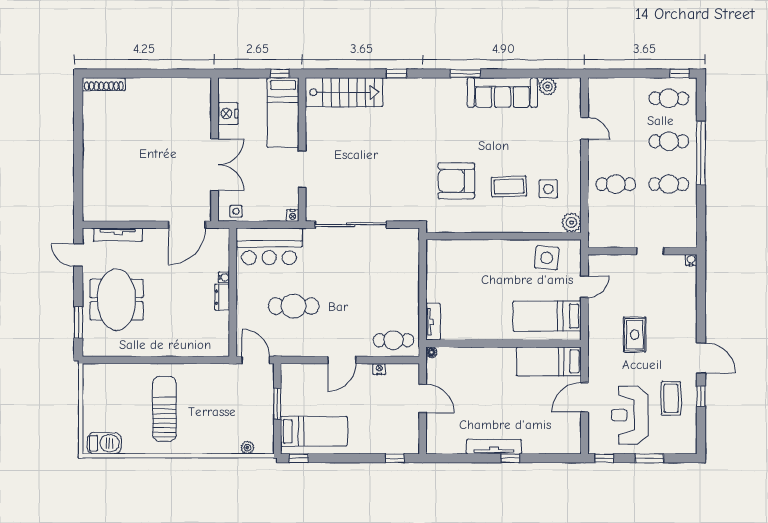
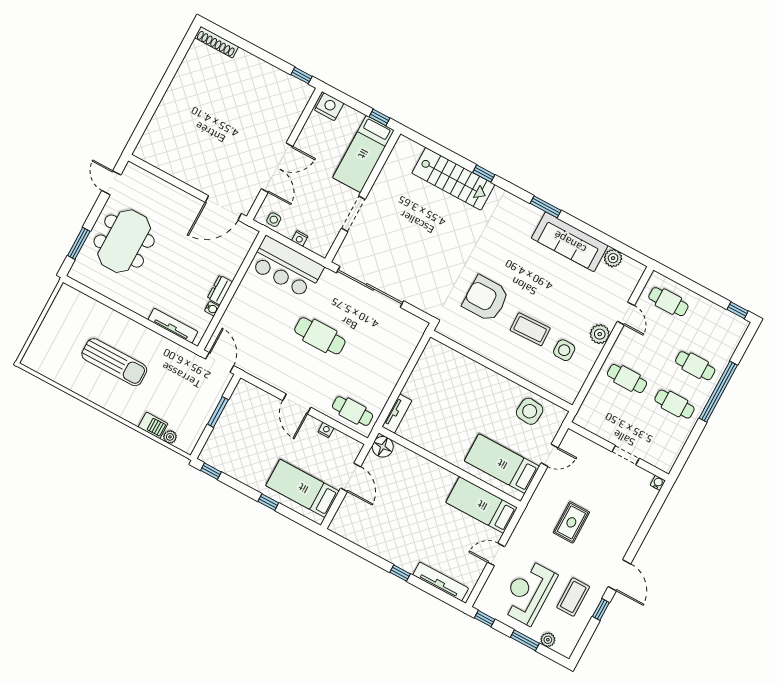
window: (193, 74) -> (302, 75), added
stairs: (344, 92) -> (453, 179), moved
cafe table: (669, 98) -> (668, 302), moved
nightstand: (228, 114) -> (329, 107), moved, turned 90
nightstand: (293, 215) -> (300, 238), moved
plant: (571, 223) -> (600, 334), moved
tv unit: (118, 235) -> (173, 326), moved, turned 180
water cooler: (224, 277) -> (212, 309), moved
cafe table: (294, 306) -> (320, 336), moved
floor lamp: (431, 352) -> (383, 447), width x1.89, depth x1.89
door: (342, 360) -> (297, 404), hinge flipped
door: (584, 397) -> (496, 554), width x0.73
sun lounger: (164, 409) -> (114, 362), turned 90
bed: (314, 431) -> (303, 488), moved, turned 180
barbecue: (104, 443) -> (153, 425), moved, width x0.73, depth x0.79
tv unit: (494, 447) -> (441, 582), moved
plant: (669, 447) -> (548, 640), added
window: (395, 458) -> (268, 502), moved

